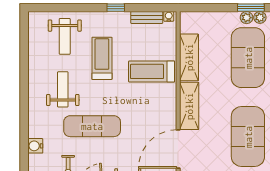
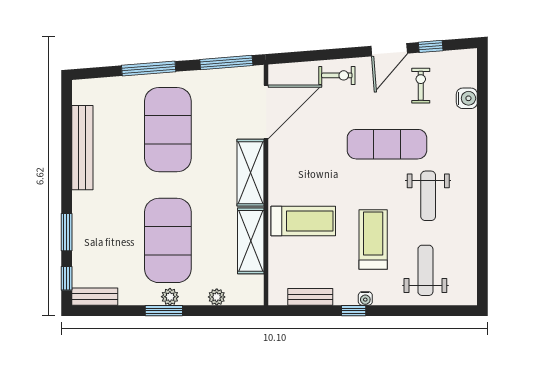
water cooler: (169, 16) -> (365, 298), moved
plant: (260, 17) -> (217, 297), moved
treadmill: (102, 58) -> (373, 240), turned 180
water cooler: (35, 146) -> (467, 98), moved

